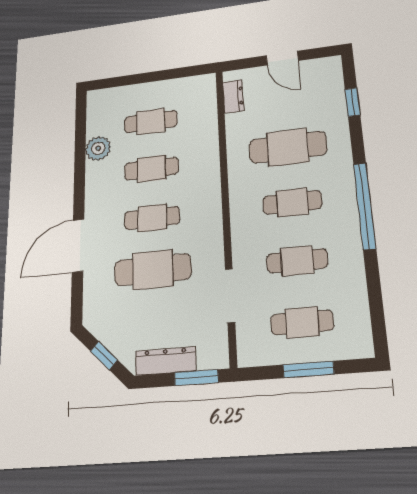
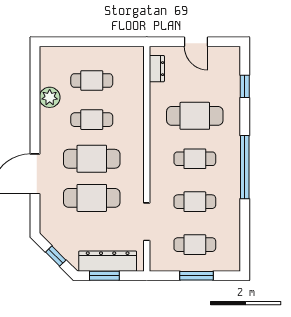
cafe table: (152, 218) -> (92, 159), width x1.37, depth x1.35
dresser: (166, 361) -> (108, 261), width x1.37, depth x1.24
window: (196, 378) -> (104, 276), moved

